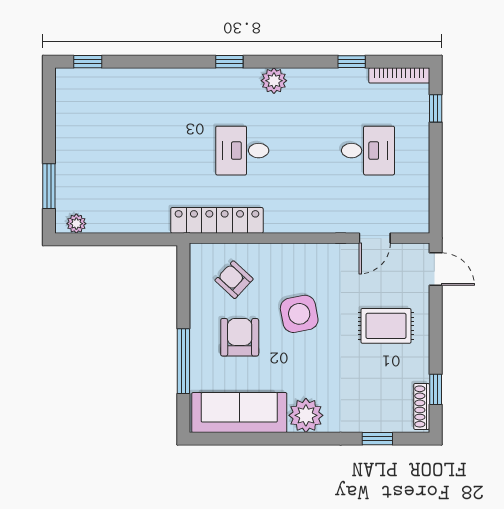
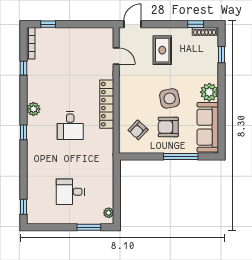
desk: (368, 151) -> (70, 192), moved, turned -90
locker: (217, 220) -> (107, 104), moved
side table: (299, 314) -> (170, 98), moved

